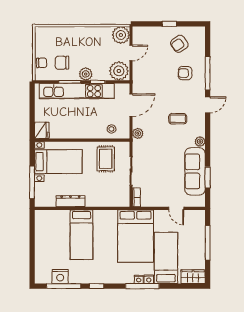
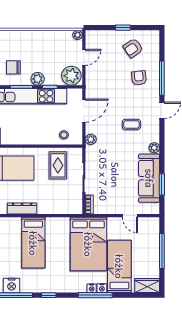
plant: (121, 35) -> (78, 35), width x0.53, depth x0.53
armchair: (185, 73) -> (139, 78), turned 83

